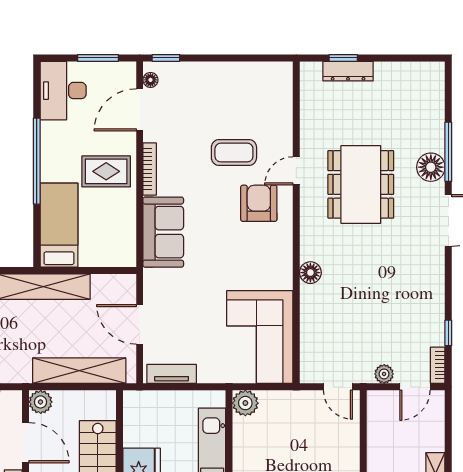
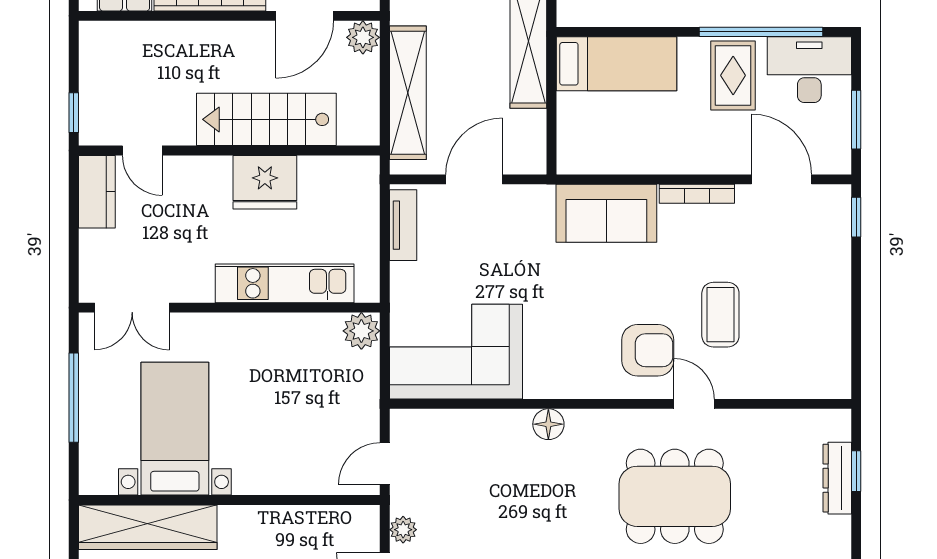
floor lamp: (150, 80) -> (825, 195), removed
window: (37, 161) -> (761, 32), moved
rug: (106, 171) -> (733, 75), moved

